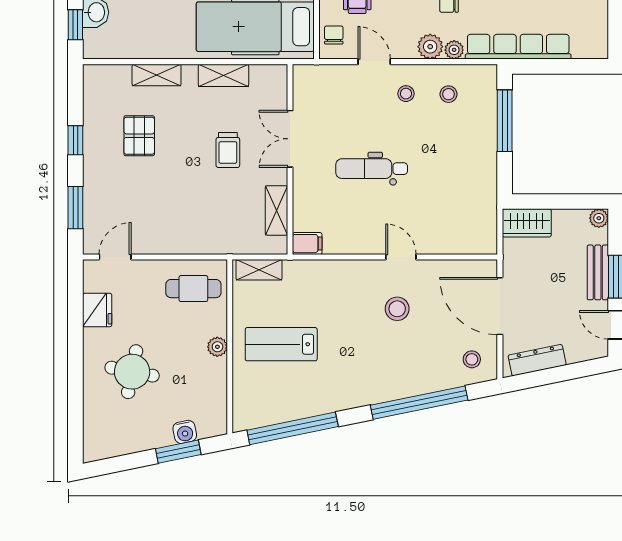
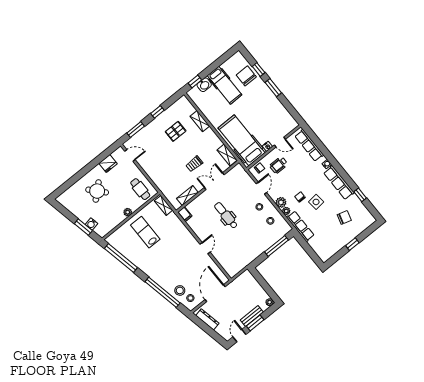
row of seats: (518, 47) -> (300, 226), width x0.73
shelving: (223, 75) -> (227, 155), moved
wardrobe: (527, 223) -> (249, 280), removed
stool: (397, 309) -> (180, 290), moved
round table: (132, 372) -> (97, 191), turned 37

